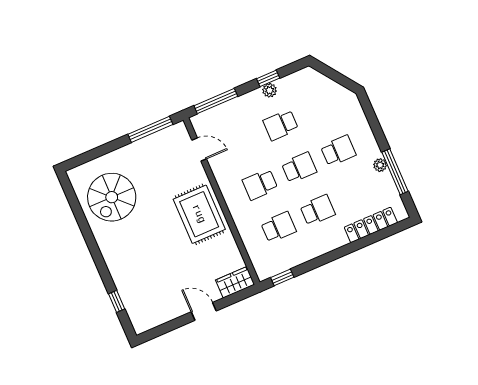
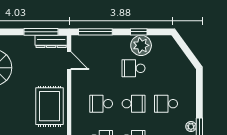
plant: (270, 90) -> (141, 45), width x1.87, depth x1.87
dresser: (168, 136) -> (51, 41), added
school desk: (338, 151) -> (166, 104), turned 180

